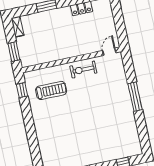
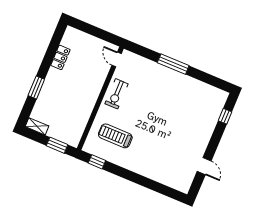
treadmill: (51, 90) -> (115, 136), turned -90

